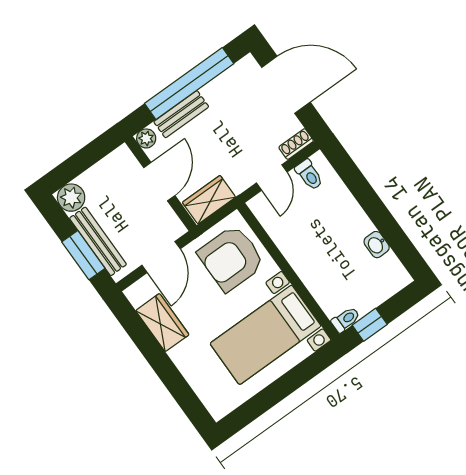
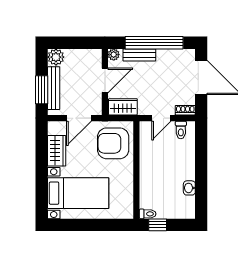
bed with nightstands: (266, 335) -> (78, 193), moved, turned 180

